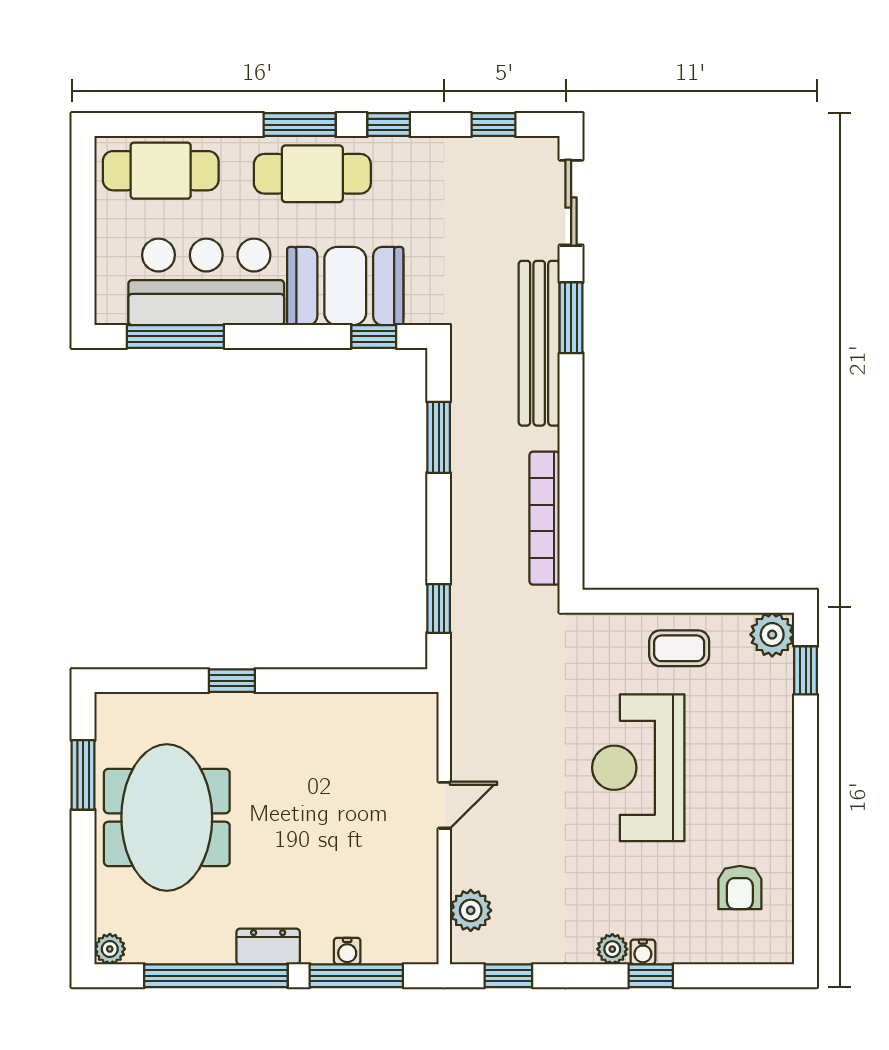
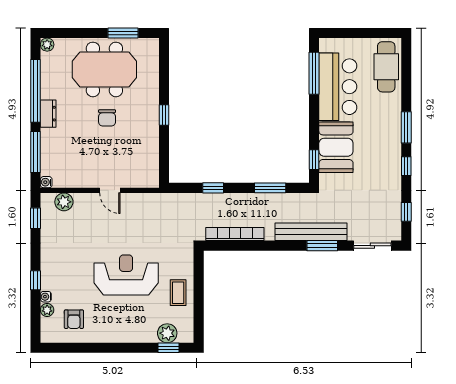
cafe table: (312, 174) -> (385, 133), removed
window: (439, 608) -> (213, 188), moved
plant: (772, 635) -> (167, 333), moved
window: (232, 681) -> (164, 115), moved
chair: (278, 811) -> (107, 118), added
armchair: (740, 888) -> (74, 319), turned -90
plant: (612, 949) -> (47, 310), moved
water cooler: (347, 951) -> (46, 182), moved
water cooler: (643, 952) -> (46, 297), moved

